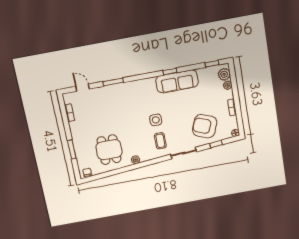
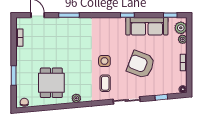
sofa: (177, 81) -> (147, 26), moved
armchair: (205, 126) -> (141, 65), moved

